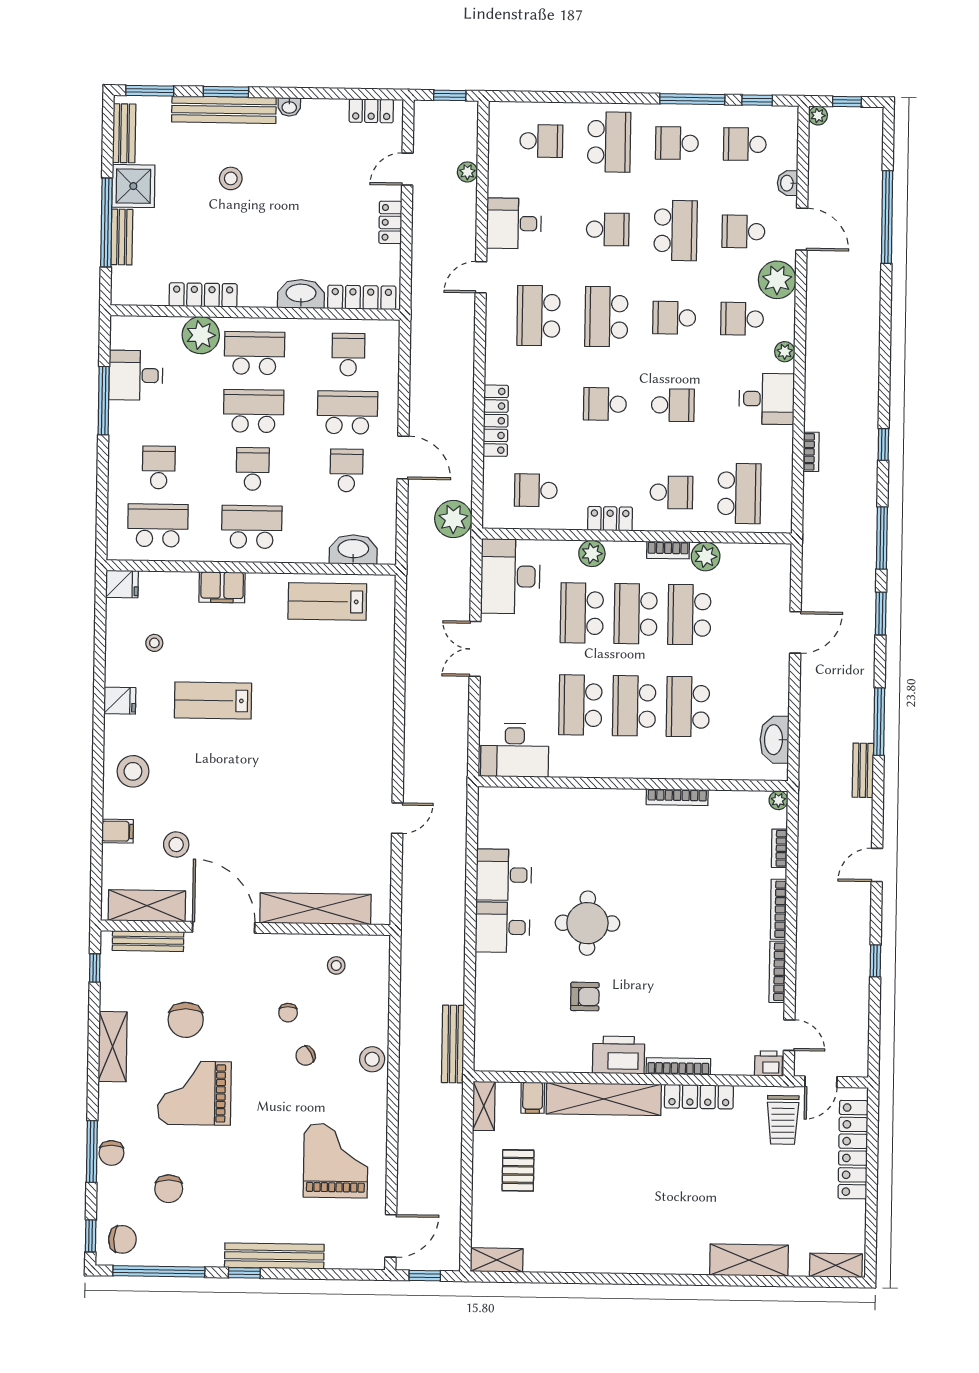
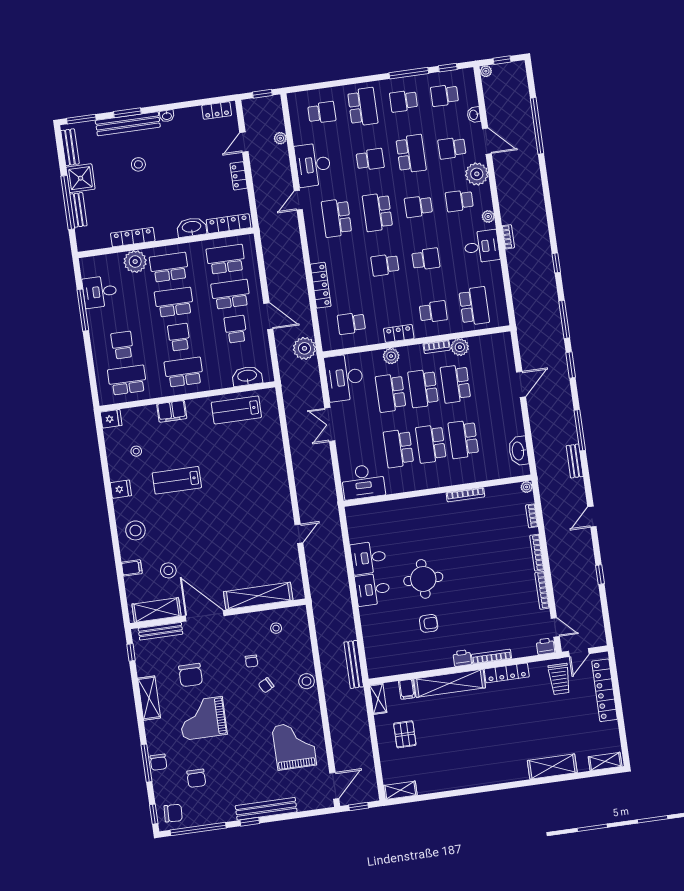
desk: (514, 223) -> (313, 165), width x1.37
school desk: (348, 355) -> (226, 259), width x1.85
bookcase: (811, 452) -> (508, 237), moved
printer: (619, 1055) -> (462, 658), width x0.53, depth x0.68

